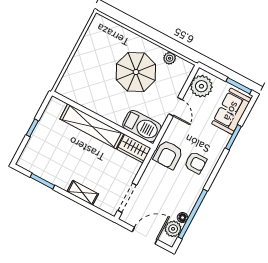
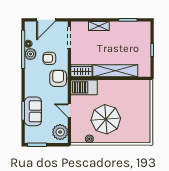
sofa: (231, 111) -> (33, 111), moved
armchair: (196, 163) -> (49, 58), moved
plant: (173, 229) -> (30, 54), moved

